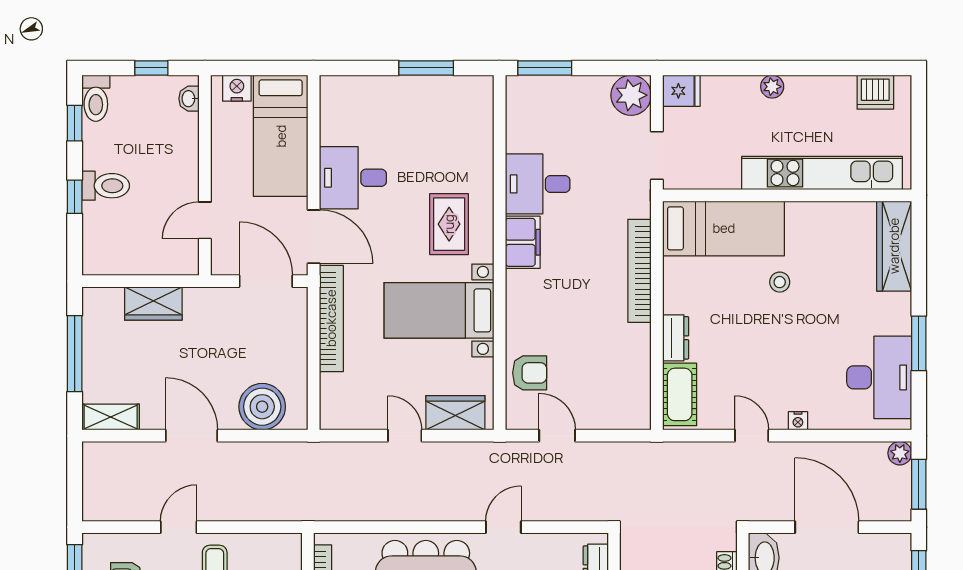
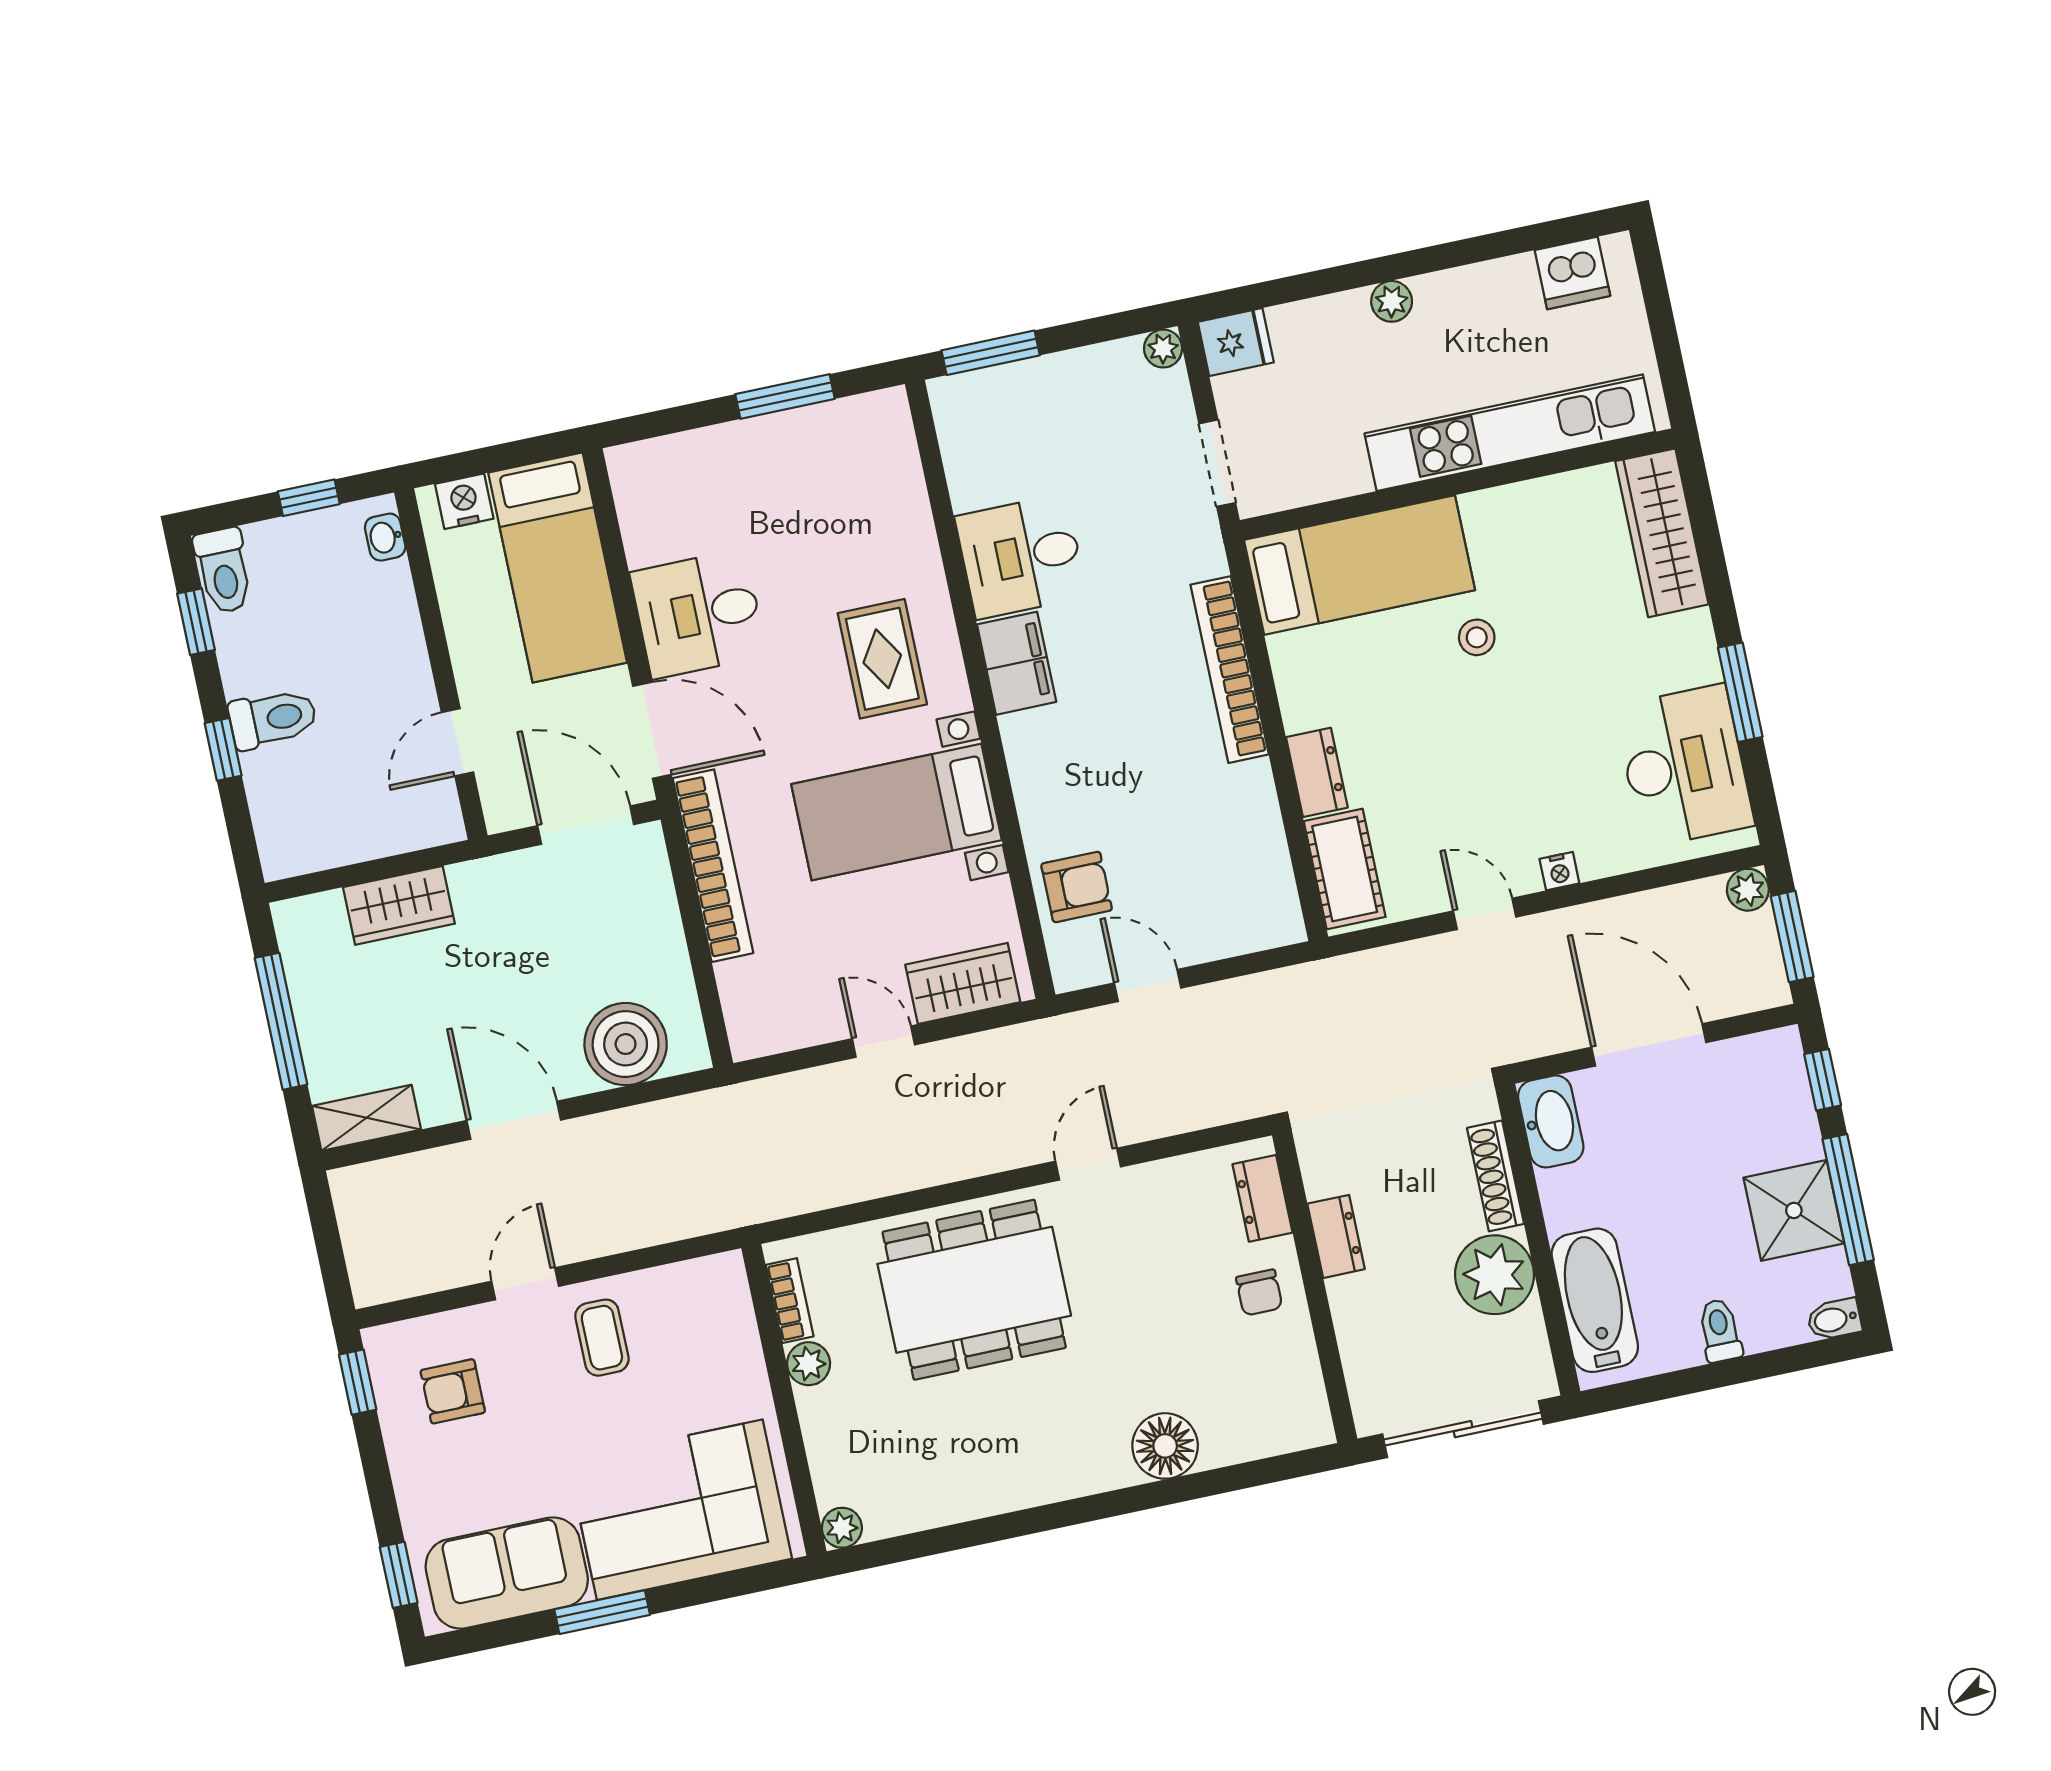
plant: (631, 95) -> (1163, 349), width x0.53, depth x0.53

